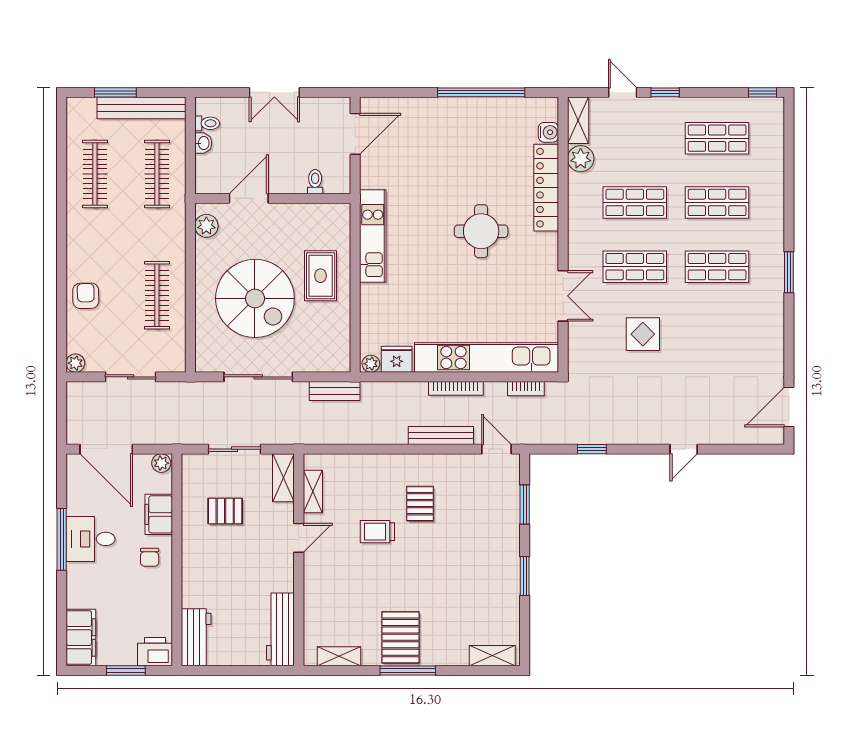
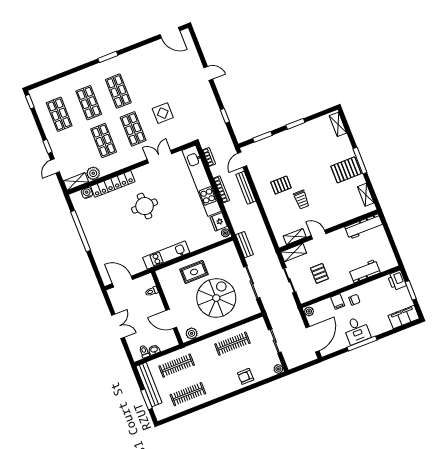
filing cabinet: (159, 514) -> (338, 302), width x0.50
workbench: (196, 637) -> (365, 271), moved

